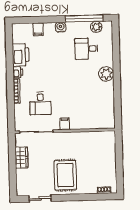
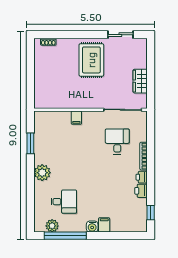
filing cabinet: (38, 29) -> (104, 225), moved
window: (9, 41) -> (151, 213), added
printer: (21, 55) -> (141, 191), width x0.53, depth x0.68
window: (117, 100) -> (30, 143), added
filing cabinet: (65, 124) -> (76, 118), moved

